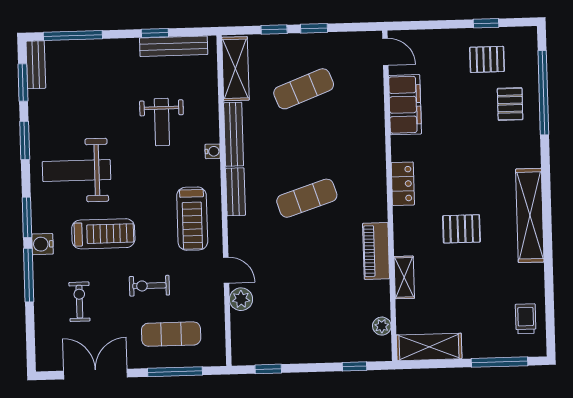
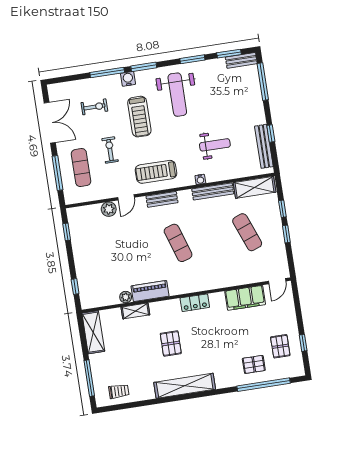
weight bench: (162, 122) -> (215, 145), turned 180
weight bench: (77, 171) -> (177, 95), turned 180
bench: (235, 192) -> (162, 199), moved
plant: (382, 326) -> (126, 297), moved

